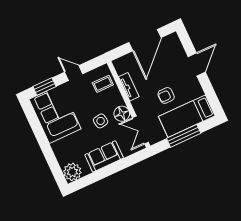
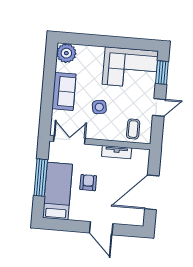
door: (145, 40) -> (152, 192), hinge flipped
floor lamp: (122, 114) -> (95, 131), removed

